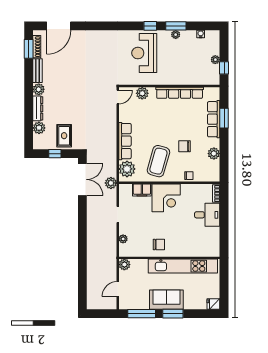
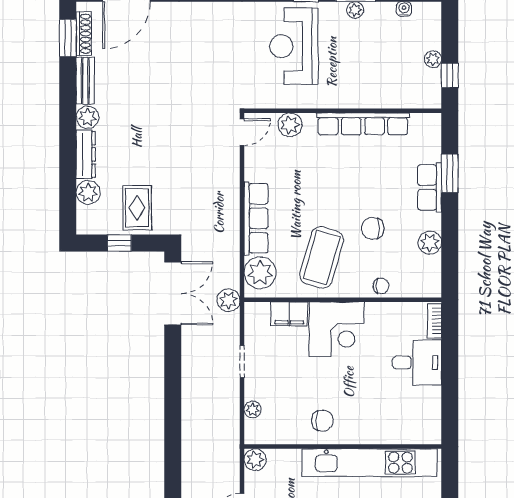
row of seats: (214, 119) -> (430, 187), width x0.68

